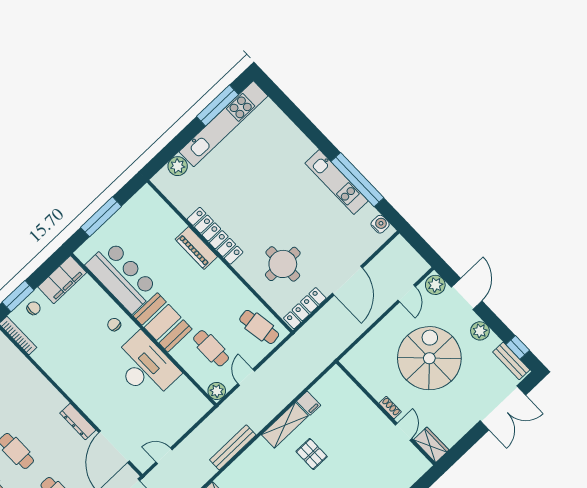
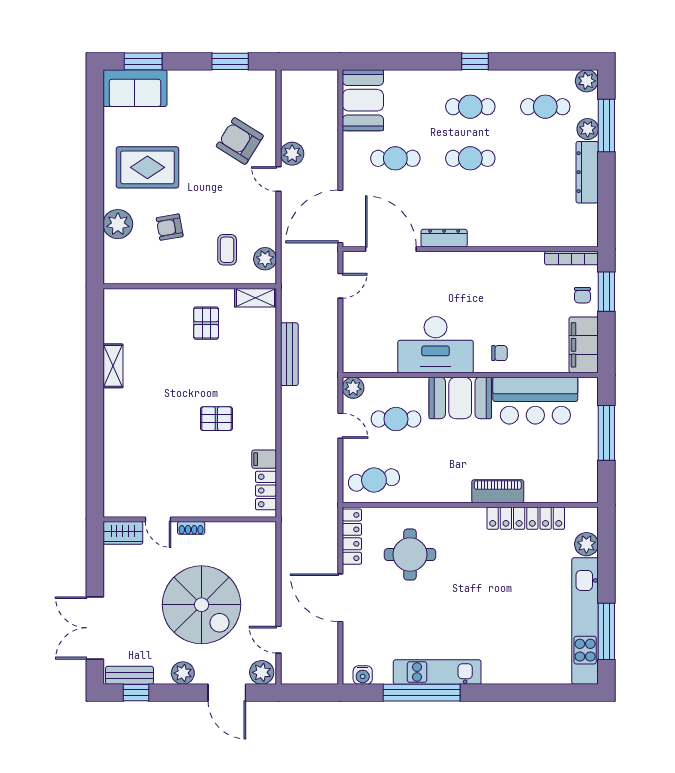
locker: (215, 236) -> (526, 518), moved
locker: (326, 385) -> (266, 491), added
shelving: (285, 425) -> (265, 419), removed

